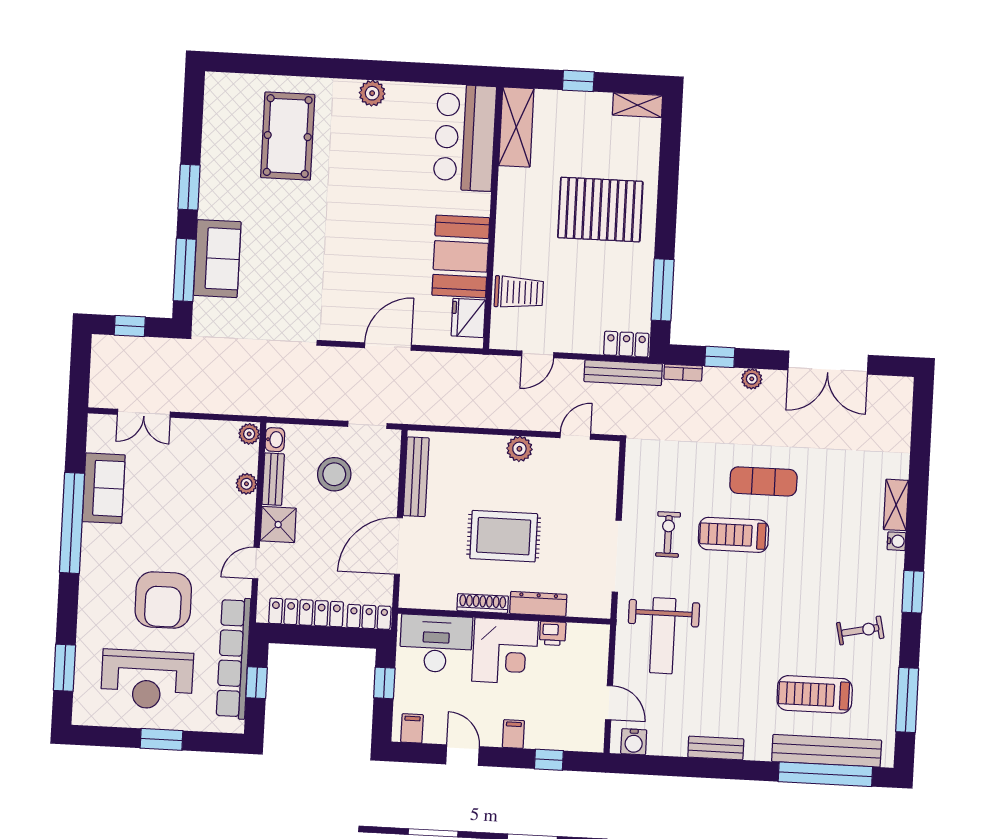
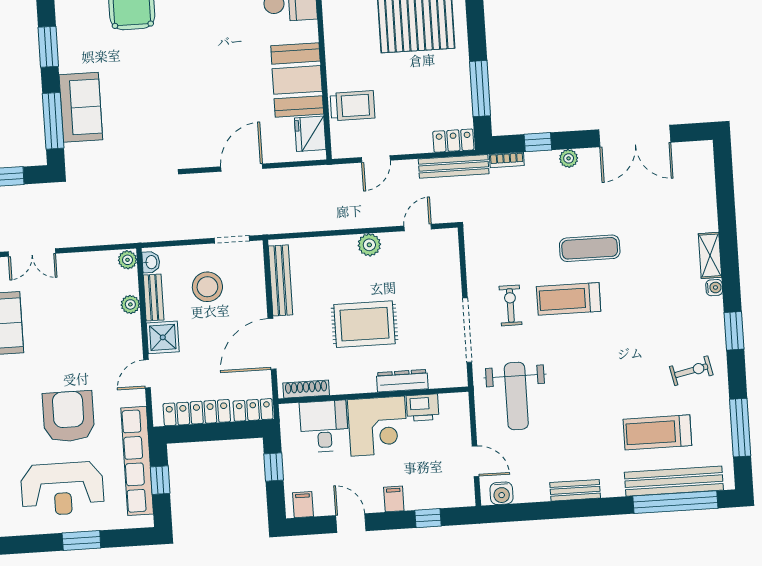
armchair: (163, 600) -> (68, 416), turned 180
shoe rack: (483, 603) -> (306, 389), moved
printer: (553, 633) -> (423, 408), width x1.36, depth x1.24
desk: (436, 644) -> (324, 426), width x0.73

